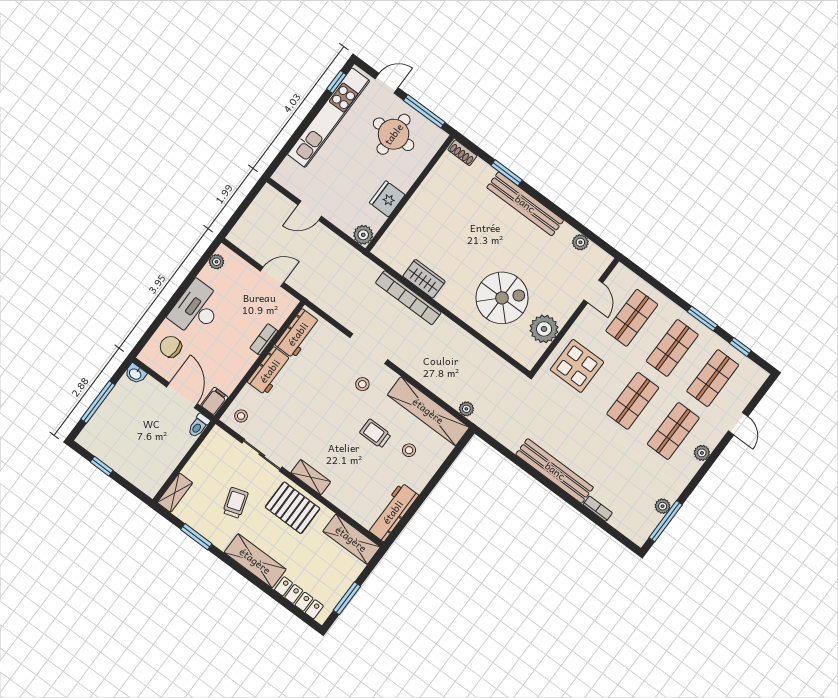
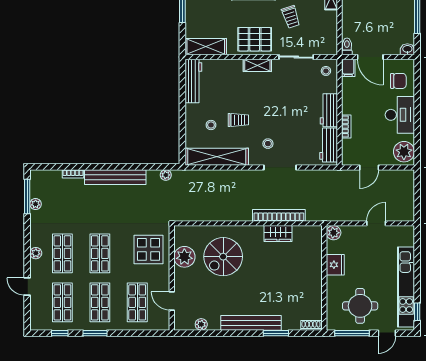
plant: (216, 262) -> (404, 152), width x1.88, depth x1.88
plant: (466, 409) -> (166, 175), moved

